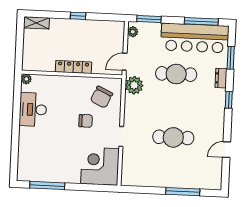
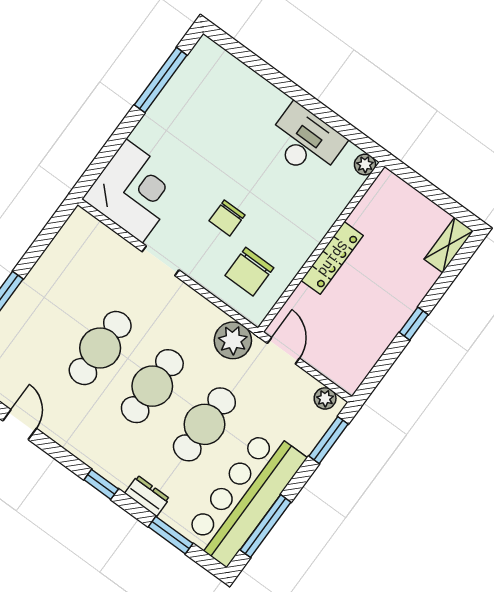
chair: (101, 97) -> (249, 272), turned -115
cafe table: (175, 106) -> (152, 386), added

